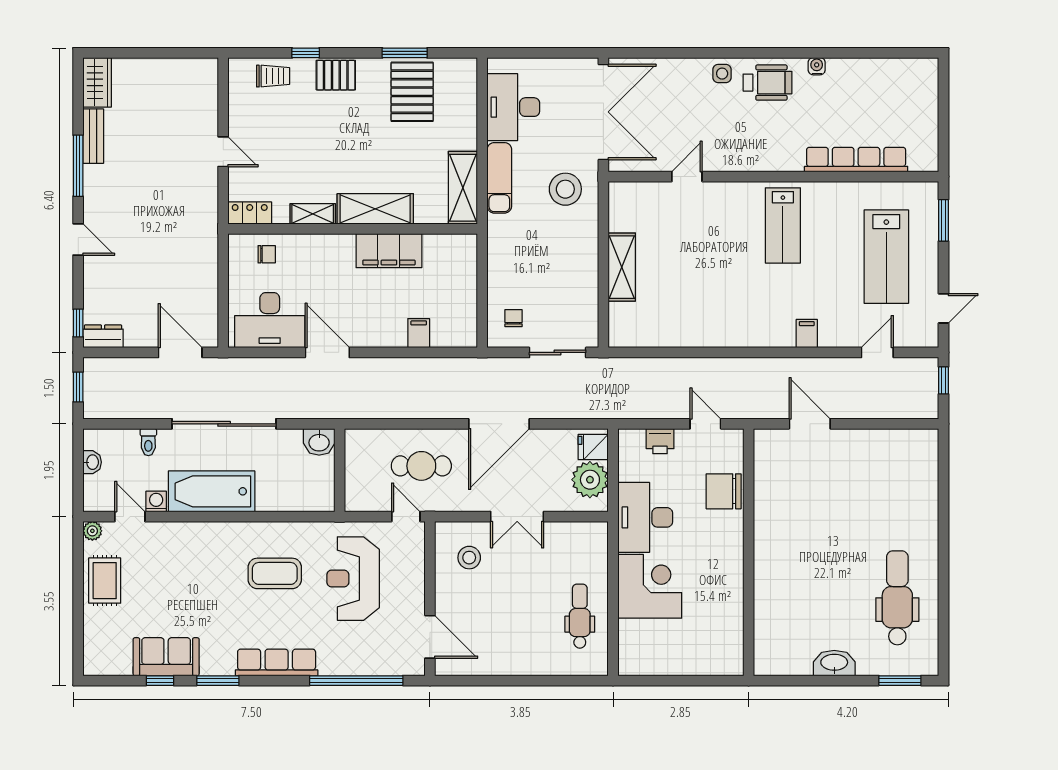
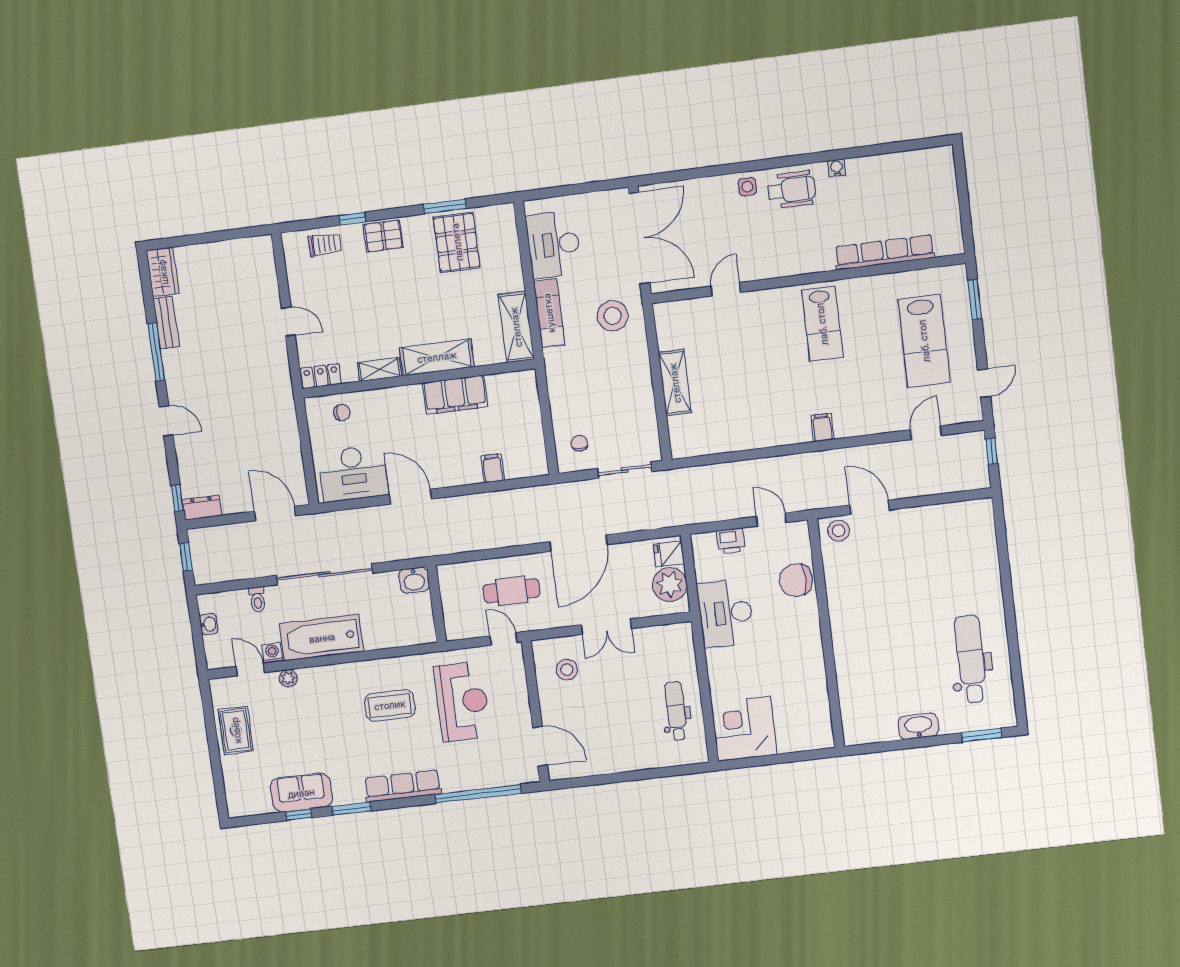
filing cabinet: (807, 334) -> (822, 428), moved
stool: (775, 444) -> (839, 531), added
plant: (92, 531) -> (288, 678), moved
reception desk: (353, 579) -> (462, 702), turned 180
corner desk: (650, 586) -> (744, 729), moved, turned -90

